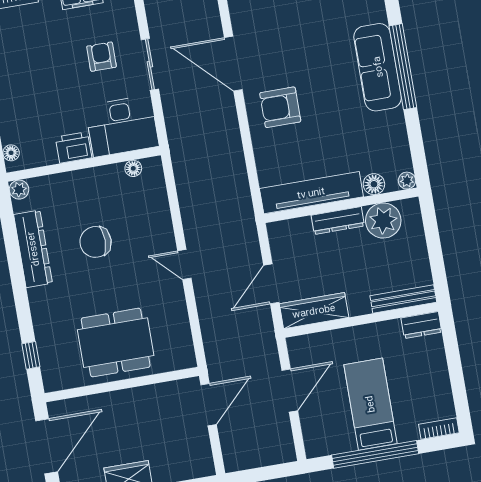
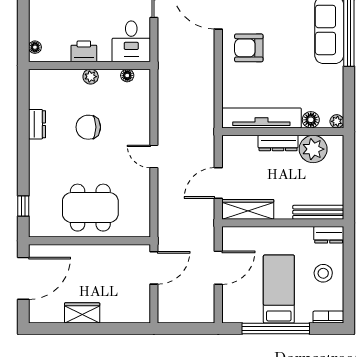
desk: (122, 126) -> (131, 41), width x0.73
plant: (19, 190) -> (91, 77), moved
dresser: (33, 249) -> (37, 124), width x0.51, depth x0.80
stool: (423, 375) -> (323, 273), added

